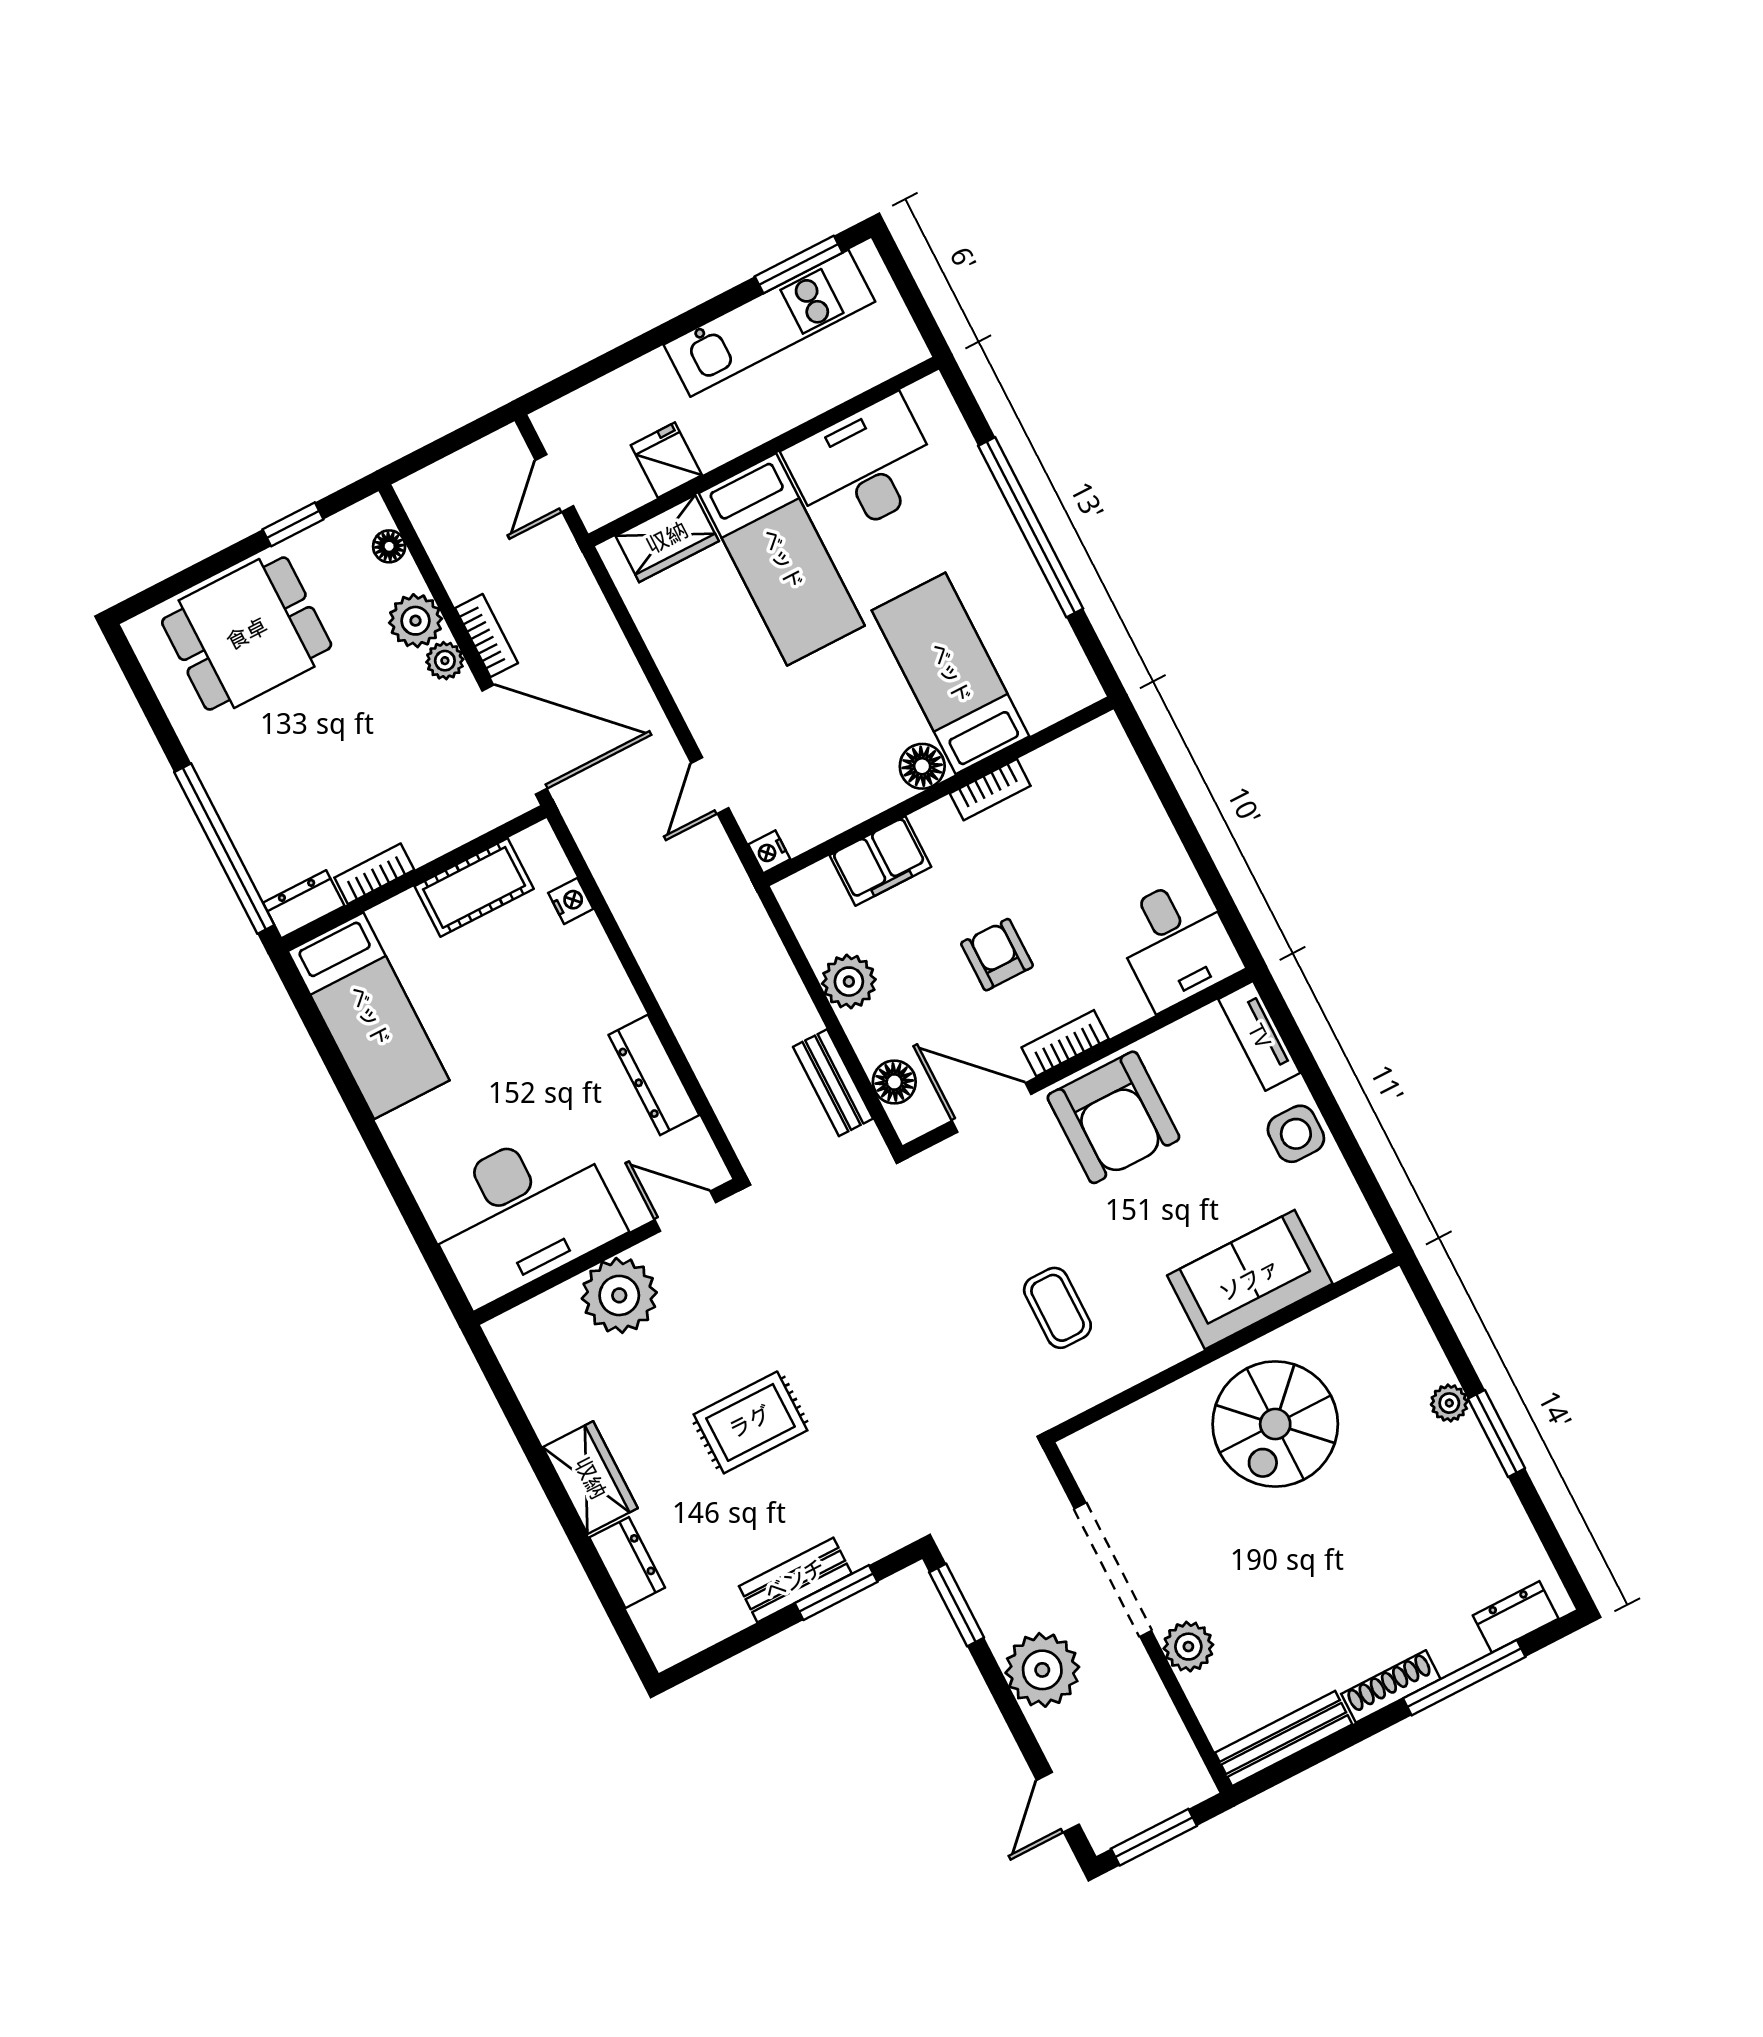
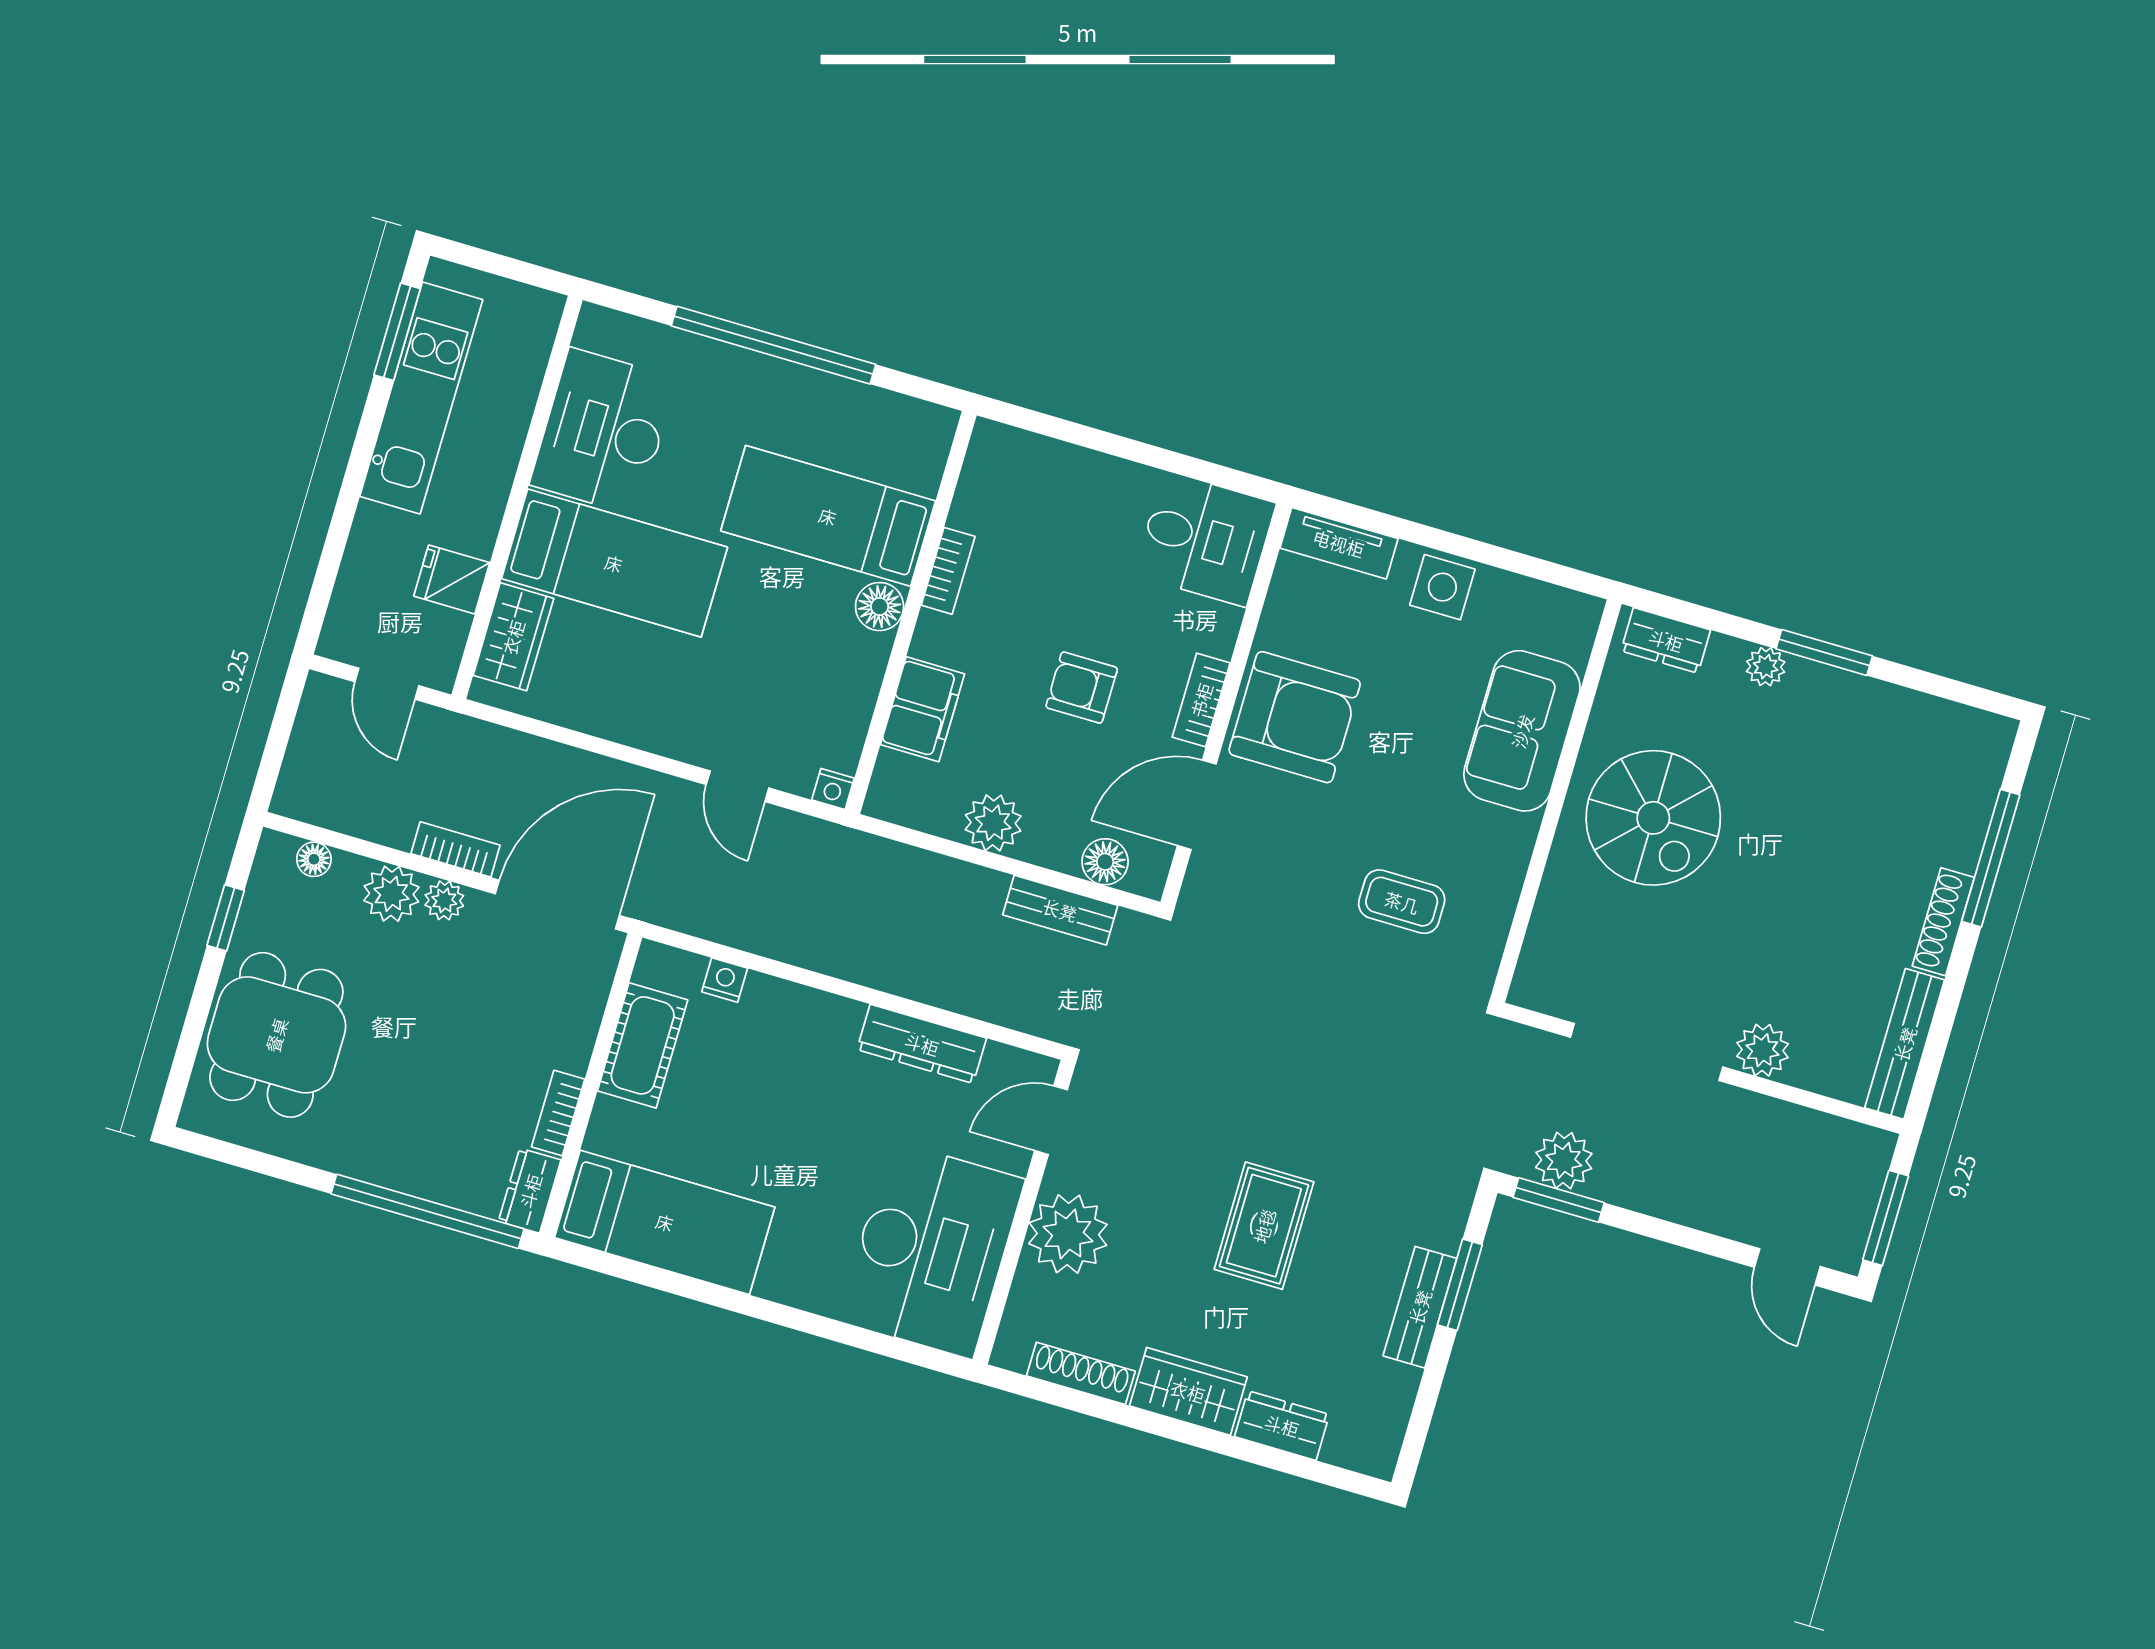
shoe rack: (533, 1394) -> (1081, 1373), added
dresser: (1516, 1617) -> (1666, 640), moved, turned -90
plant: (1042, 1670) -> (1564, 1160), moved, width x0.73, depth x0.73

